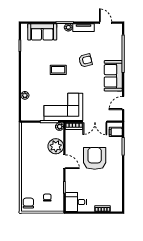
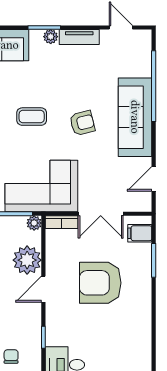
armchair: (85, 60) -> (82, 123), moved
sofa: (113, 76) -> (135, 117), width x1.36
armchair: (95, 158) -> (100, 283), turned -90
door: (64, 162) -> (43, 289), swing flipped

